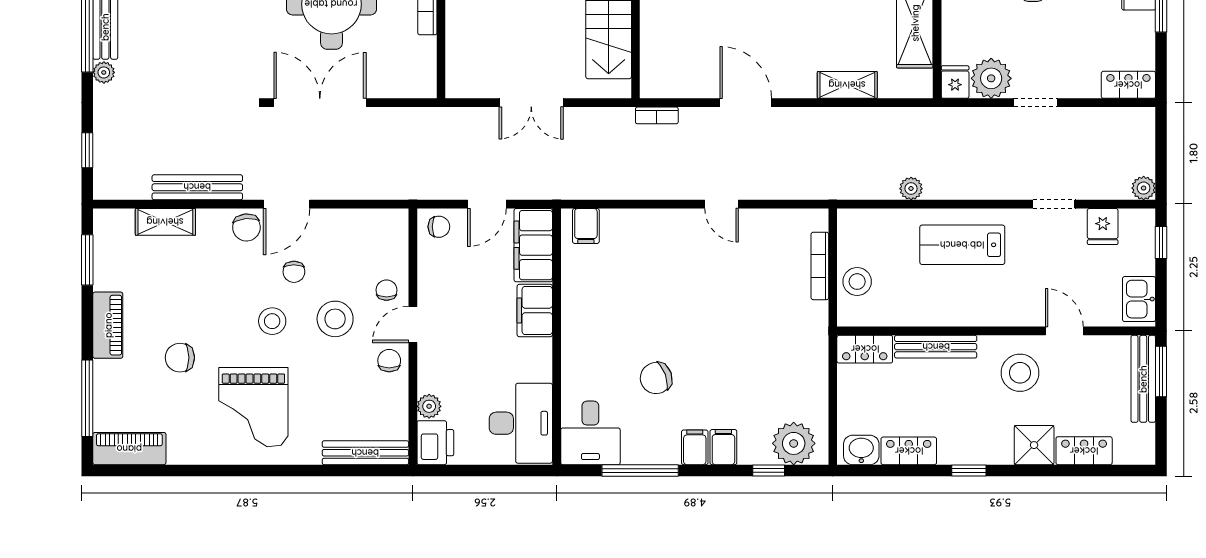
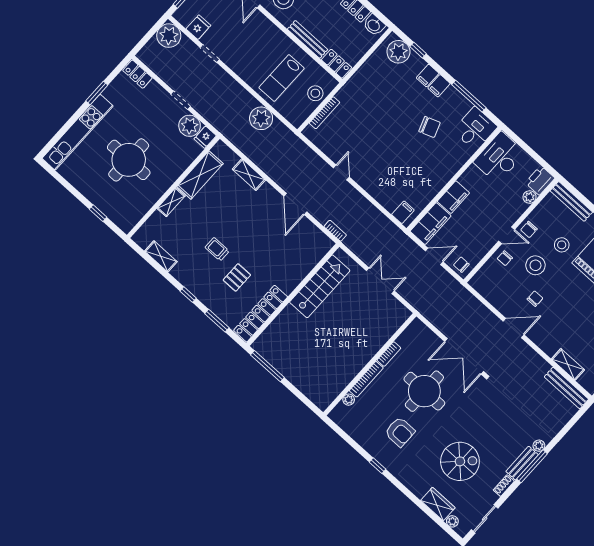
window: (87, 150) -> (573, 421), removed
bench: (197, 187) -> (566, 388), moved
plant: (1144, 188) -> (169, 36), width x1.87, depth x1.87
plant: (911, 189) -> (261, 118), width x1.88, depth x1.88
chair: (246, 227) -> (538, 333), removed
lab bench: (962, 245) -> (282, 78), moved, turned 90
stool: (272, 321) -> (562, 245), moved

